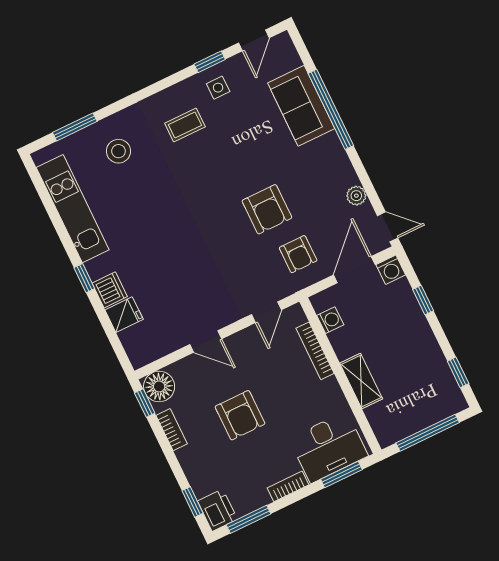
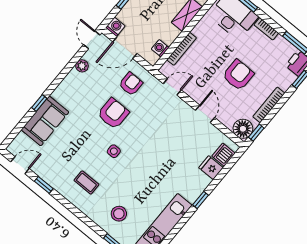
side table: (218, 88) -> (114, 151), moved
window: (331, 109) -> (39, 103), width x0.32
dishwasher: (110, 290) -> (223, 155), moved
bookcase: (172, 430) -> (269, 105), width x1.56

